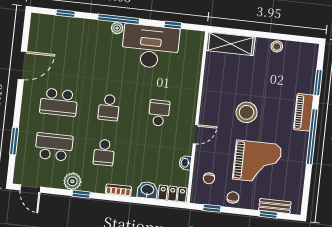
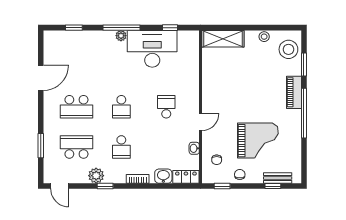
stool: (247, 112) -> (288, 49), moved

